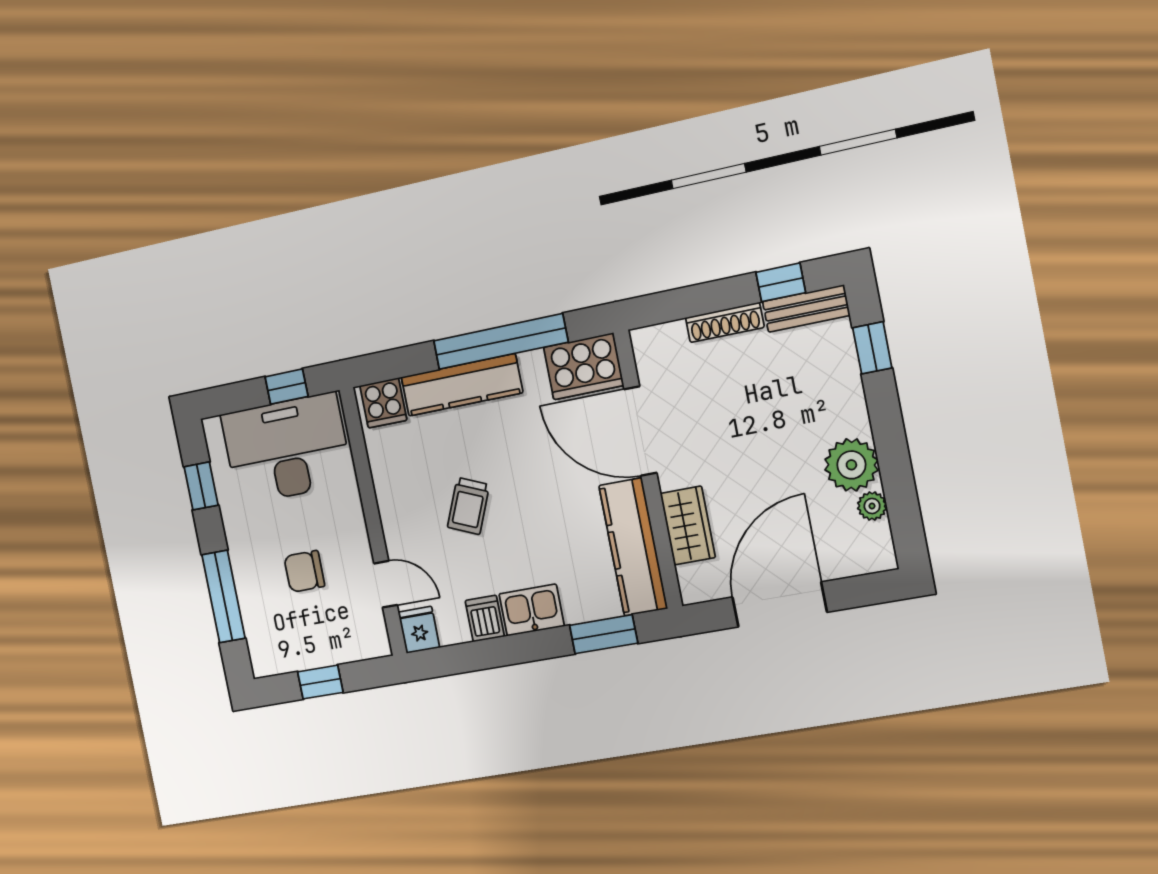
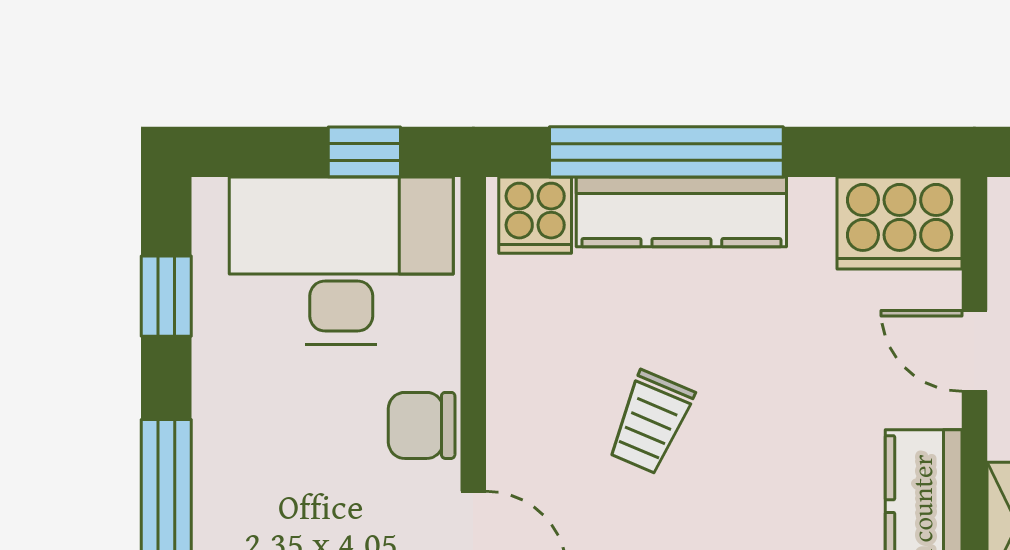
window: (500, 341) -> (666, 152), moved
door: (640, 431) -> (974, 351), width x0.53
chair: (304, 571) -> (422, 425), moved

